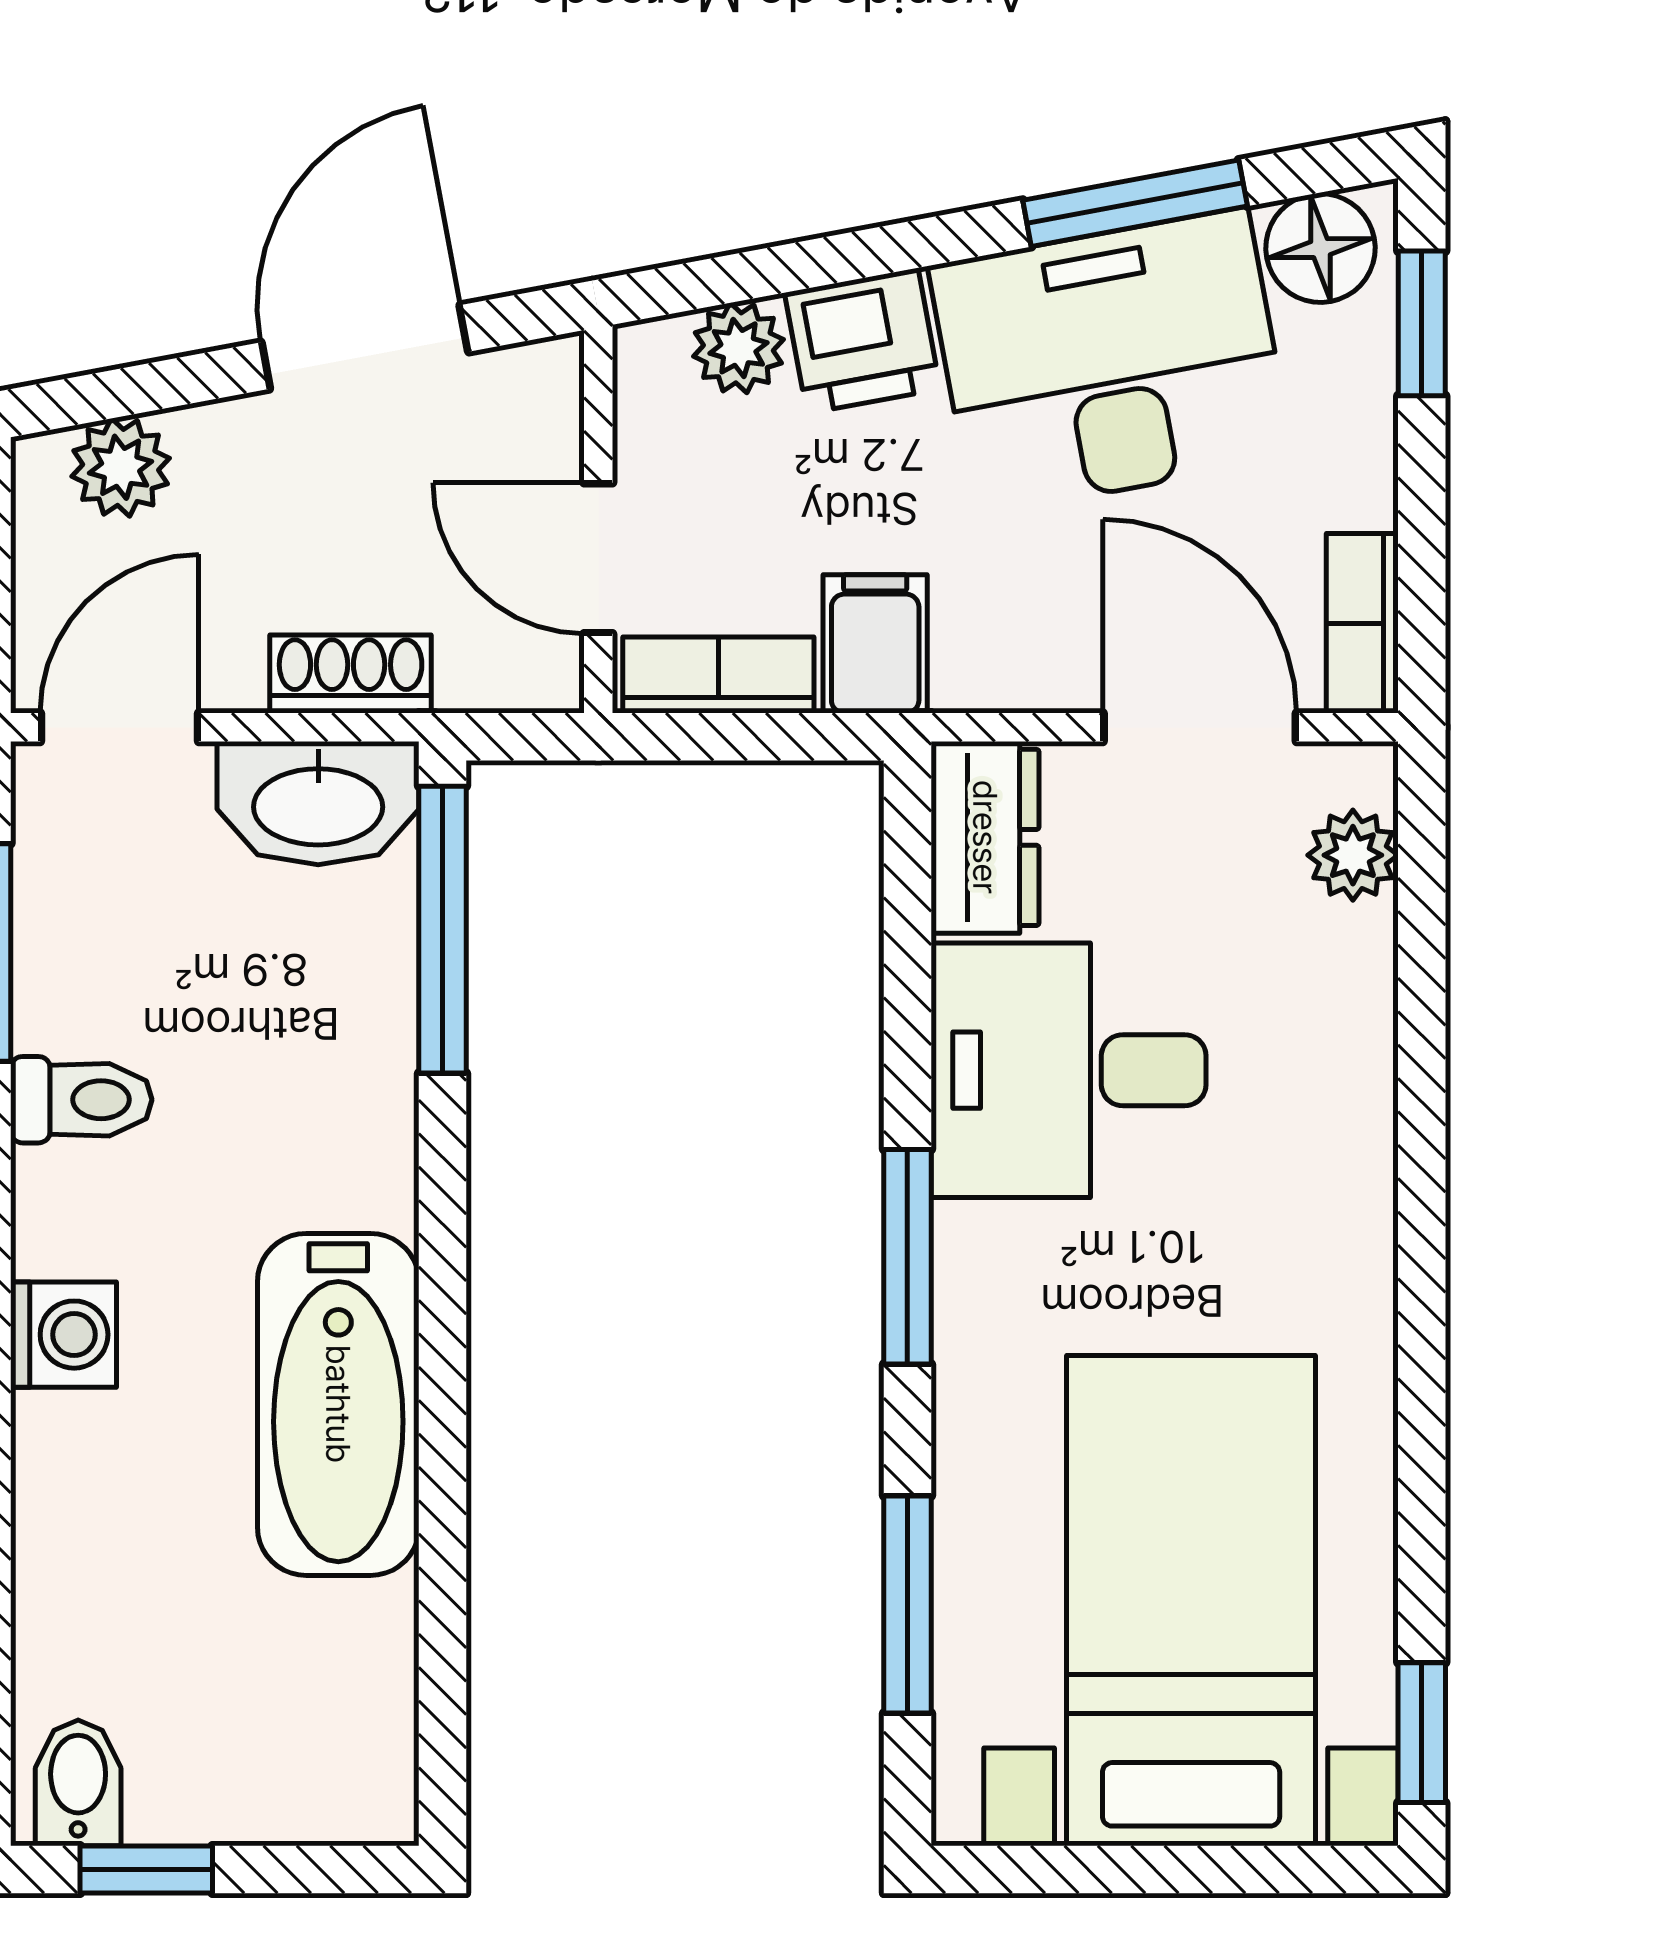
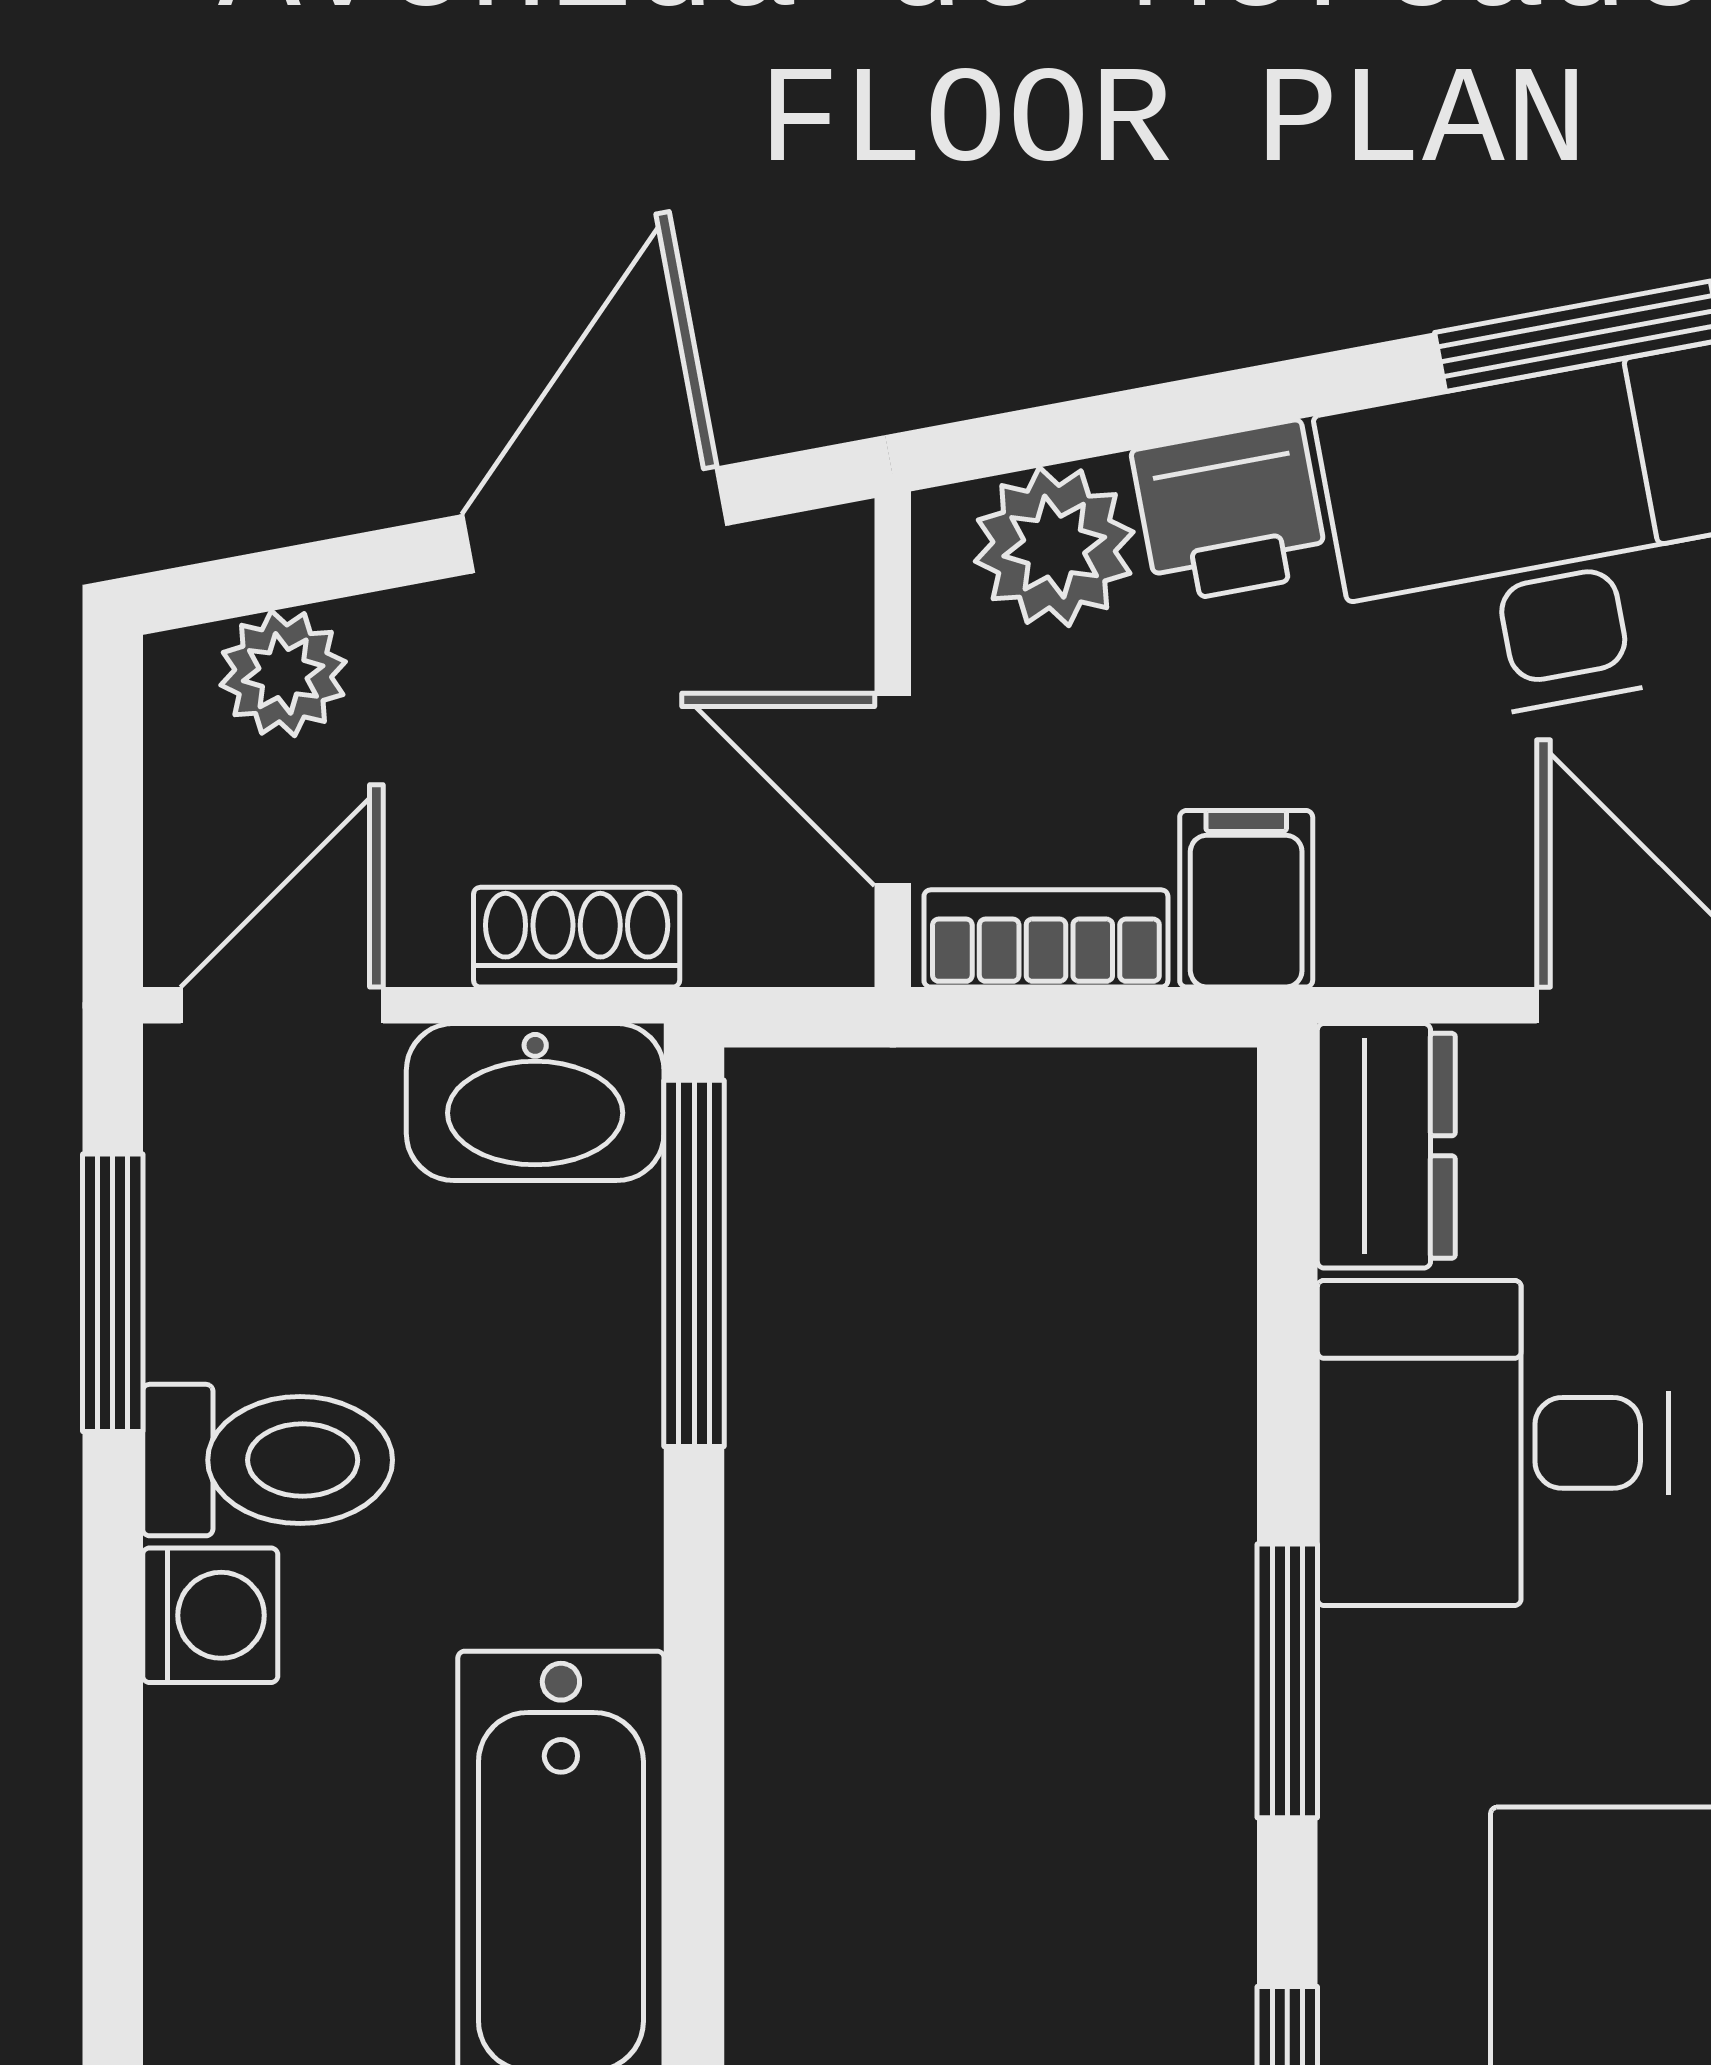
plant: (738, 348) -> (1054, 547), width x1.38, depth x1.38
toilet: (81, 1100) -> (268, 1460), width x1.37, depth x1.39
washing machine: (63, 1335) -> (210, 1615), moved

